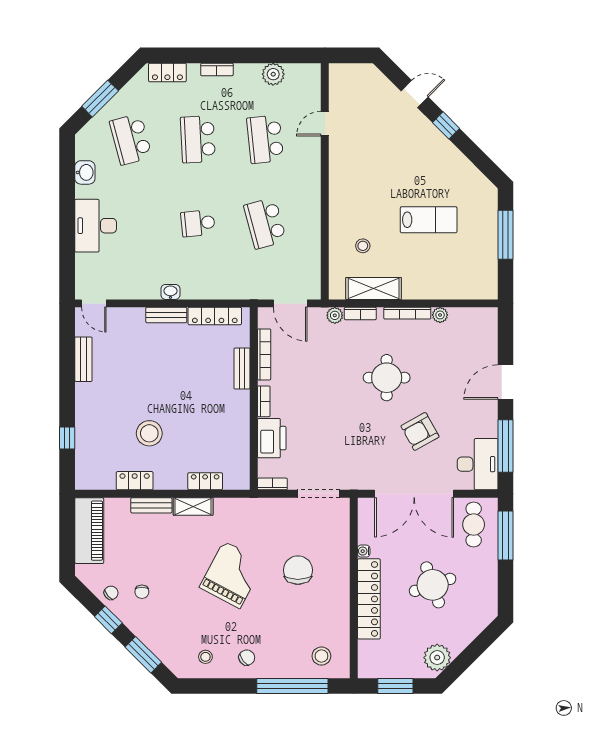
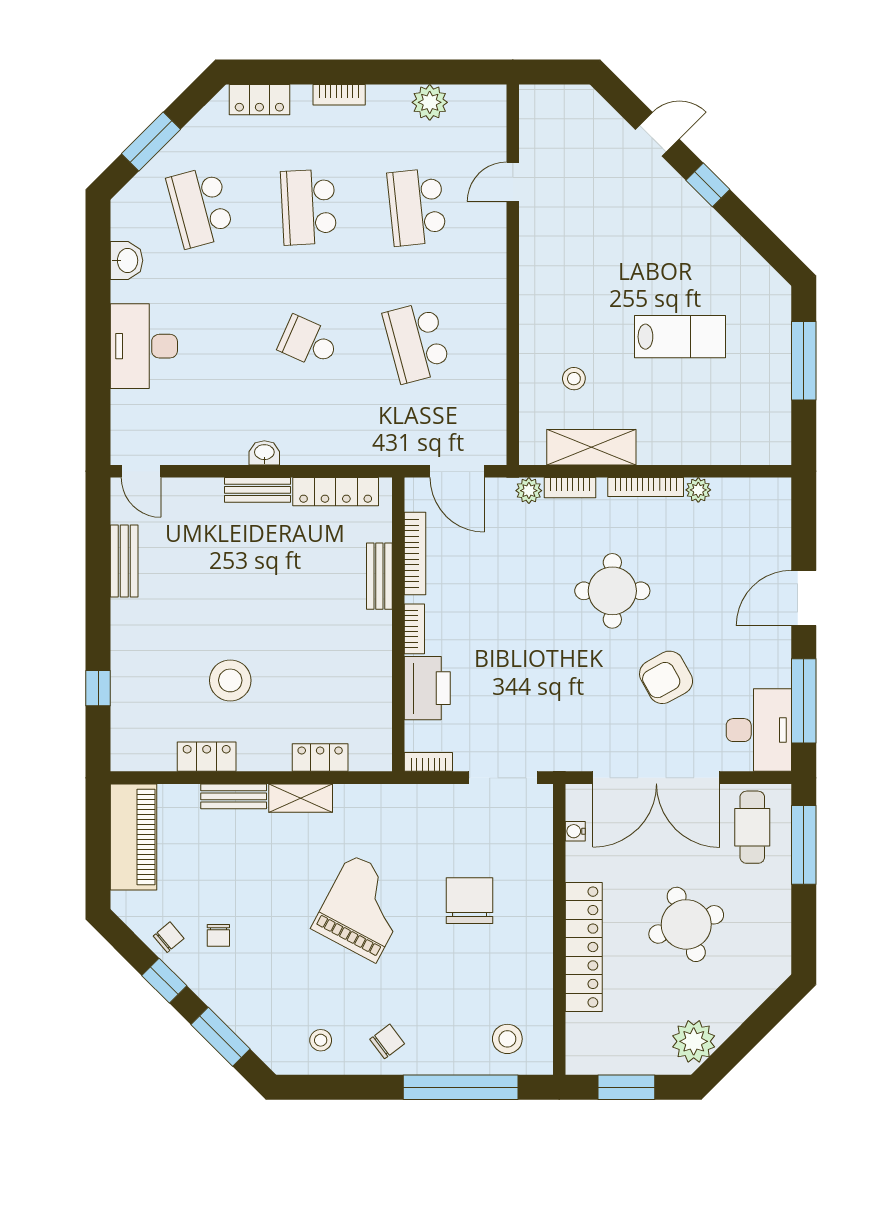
school desk: (198, 223) -> (309, 342), turned 30
water cooler: (364, 551) -> (575, 831), moved

